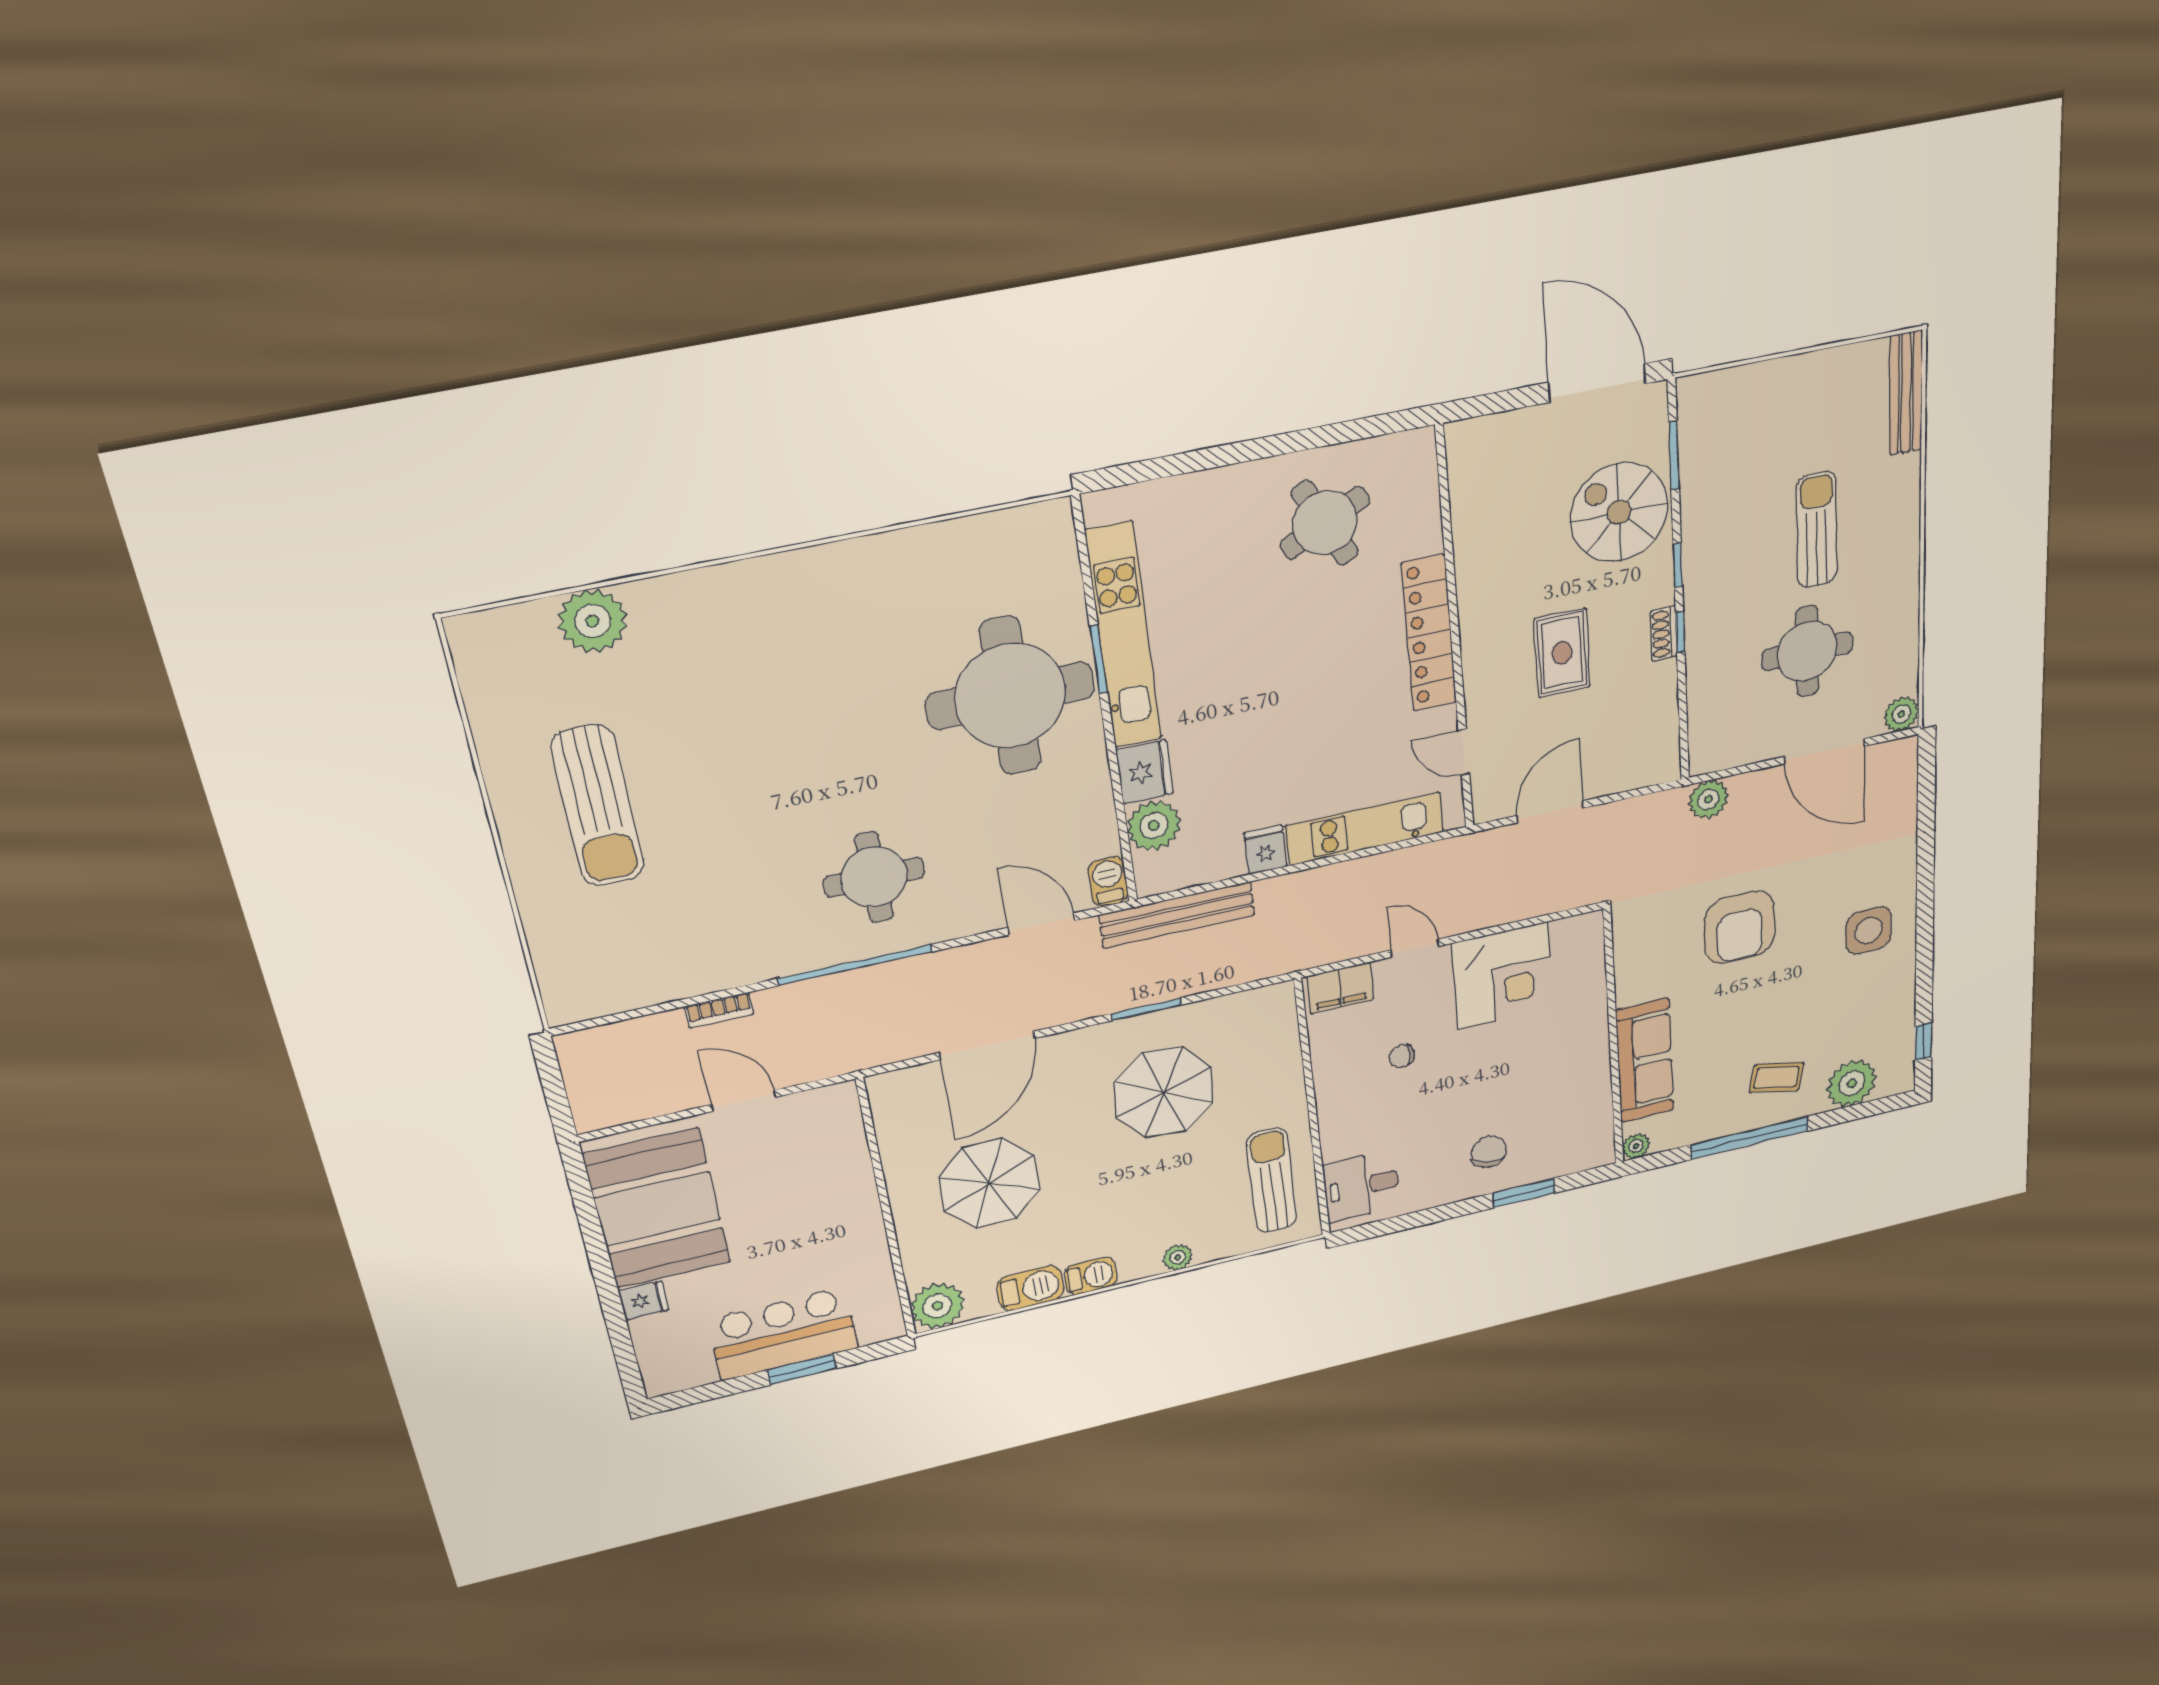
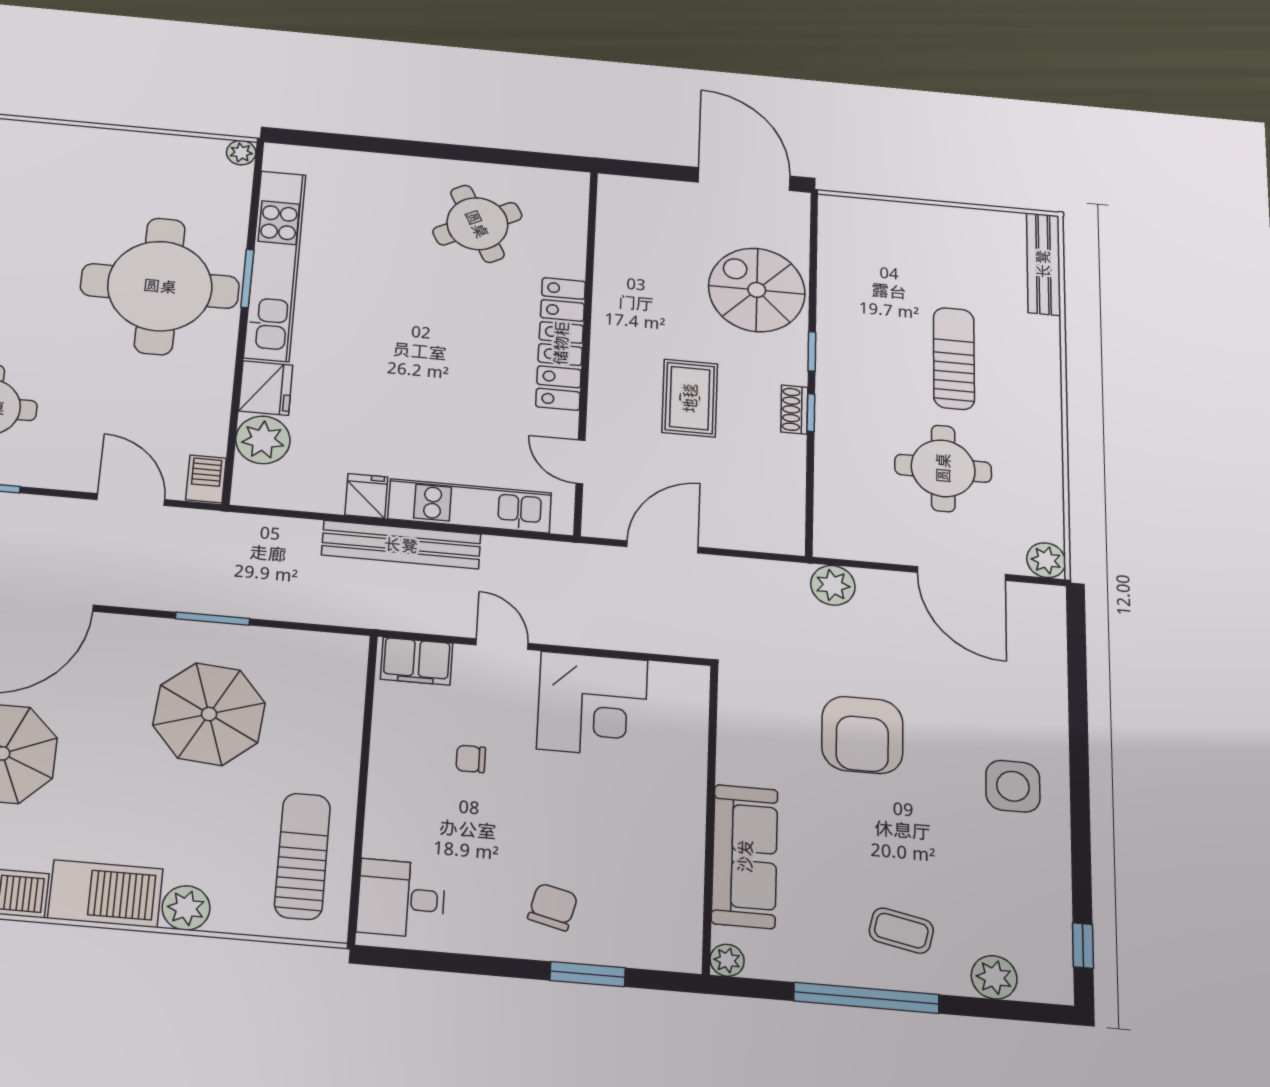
window: (1674, 455) -> (813, 256), removed
plant: (1057, 514) -> (241, 153), added
bench: (1177, 915) -> (401, 545), moved
plant: (1852, 1083) -> (994, 977), width x0.73, depth x0.73
plant: (1178, 1257) -> (186, 908), width x1.38, depth x1.38
barbecue: (1091, 1276) -> (105, 894), width x1.88, depth x1.53

